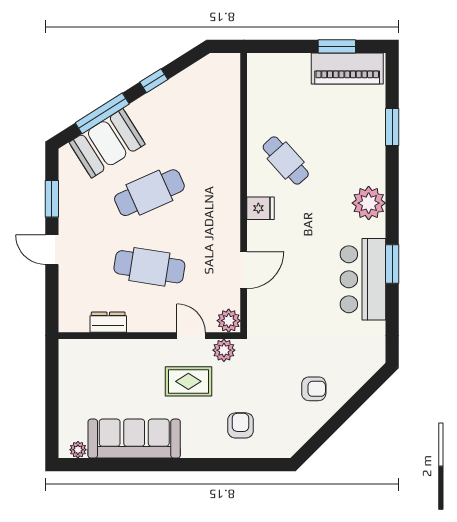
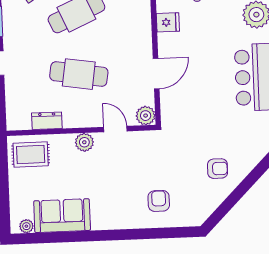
plant: (224, 350) -> (84, 142), moved
rug: (188, 381) -> (31, 155), moved
sofa: (134, 439) -> (62, 216), width x0.73

